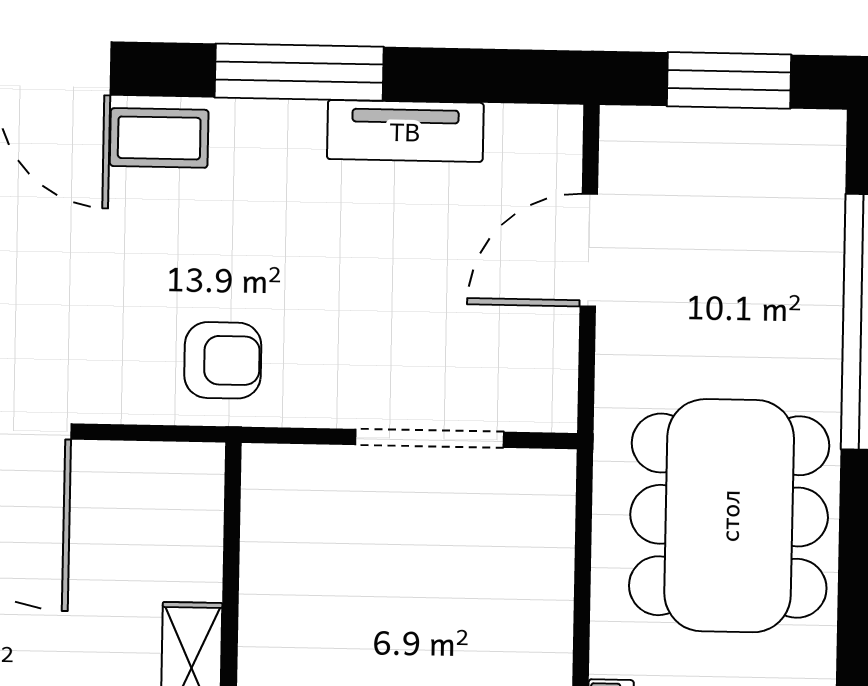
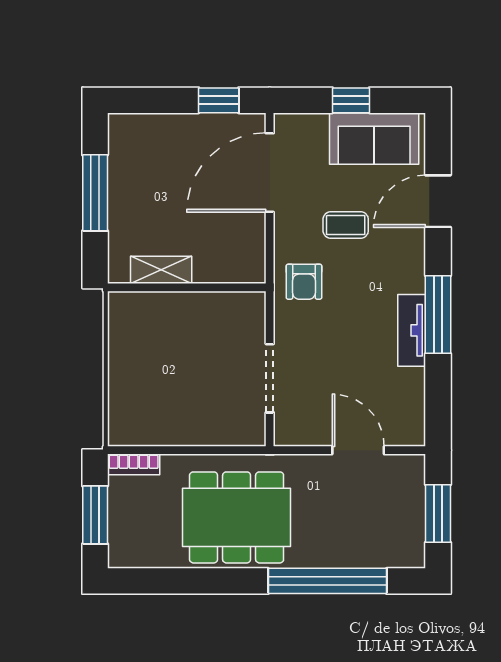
tv unit: (405, 131) -> (412, 330), moved
coffee table: (159, 138) -> (346, 225), moved, turned 90

